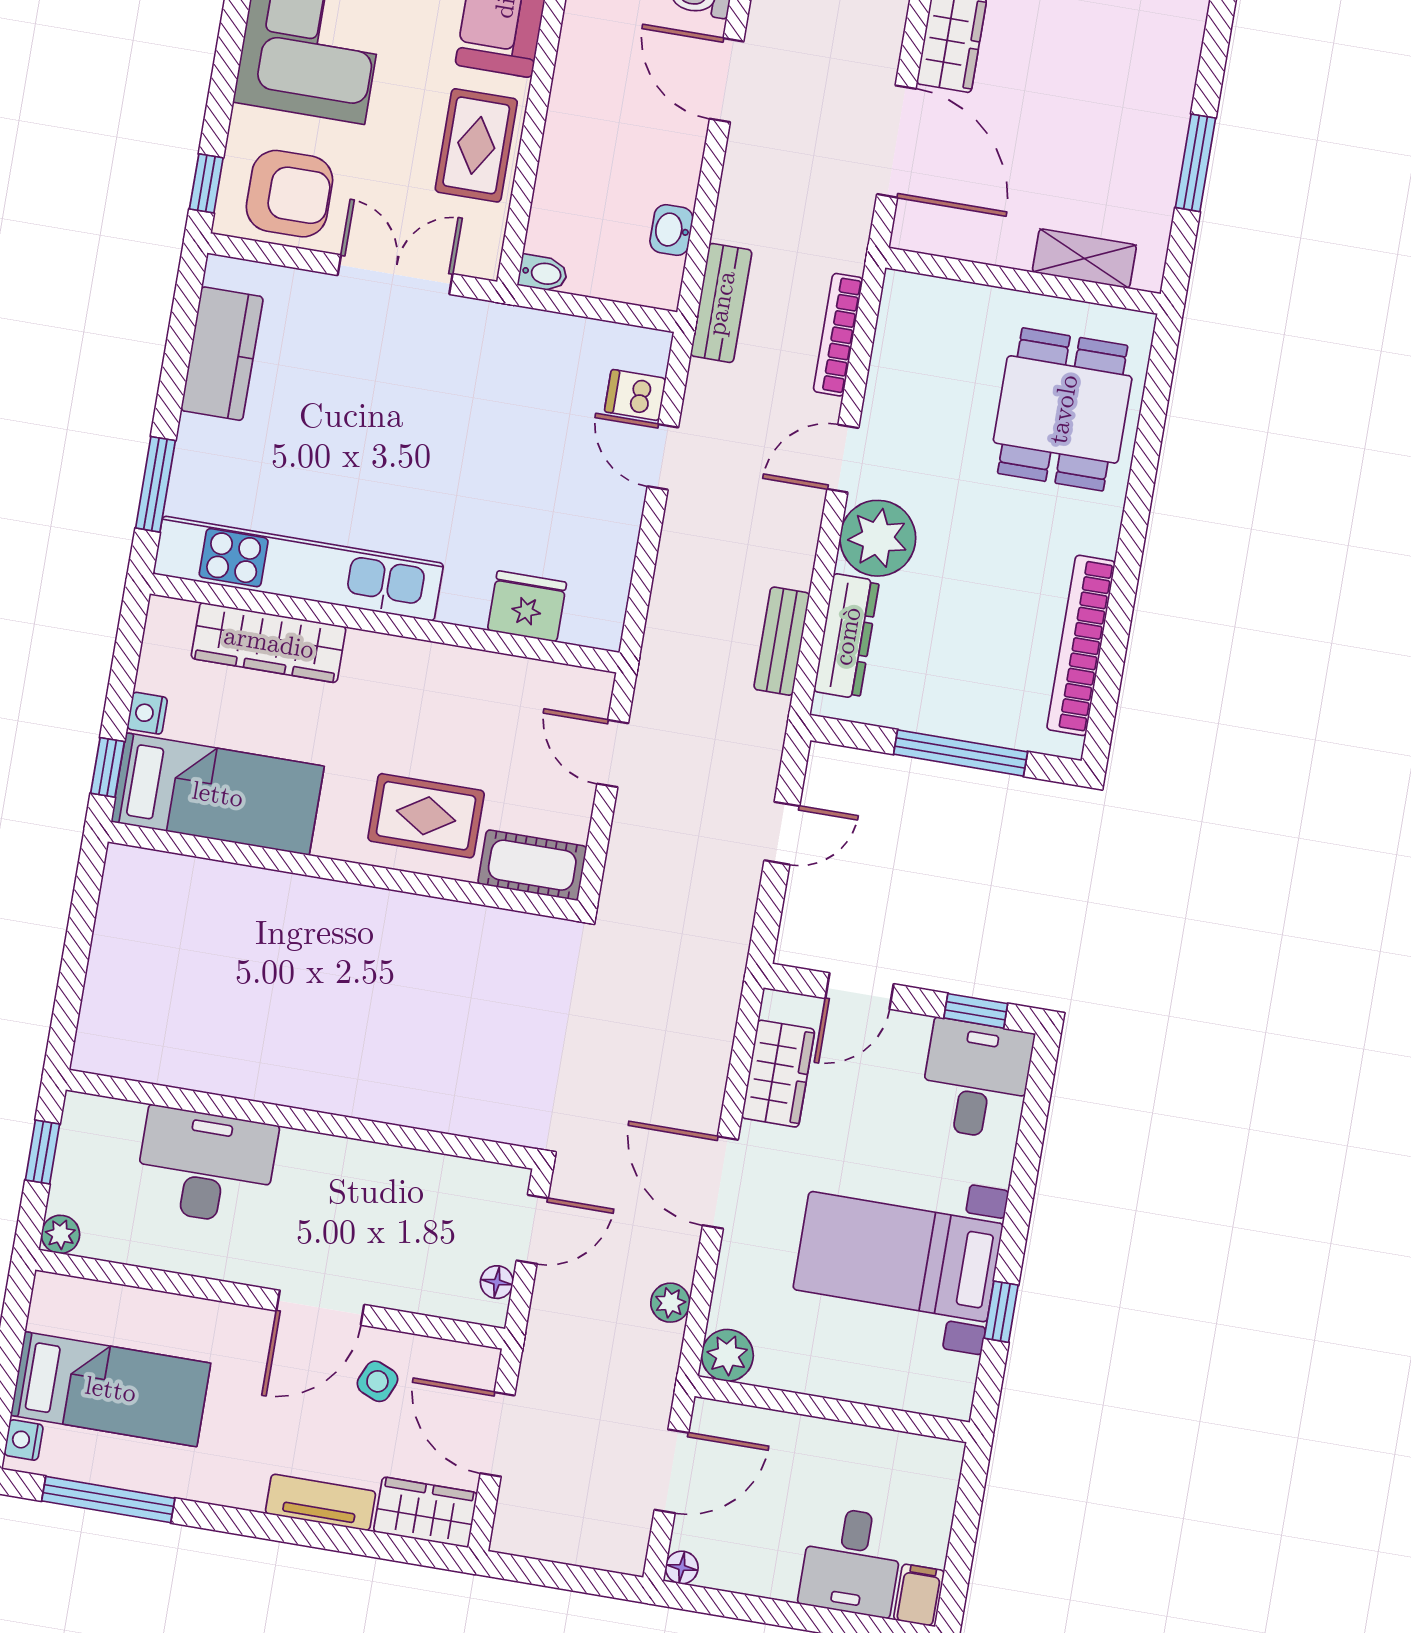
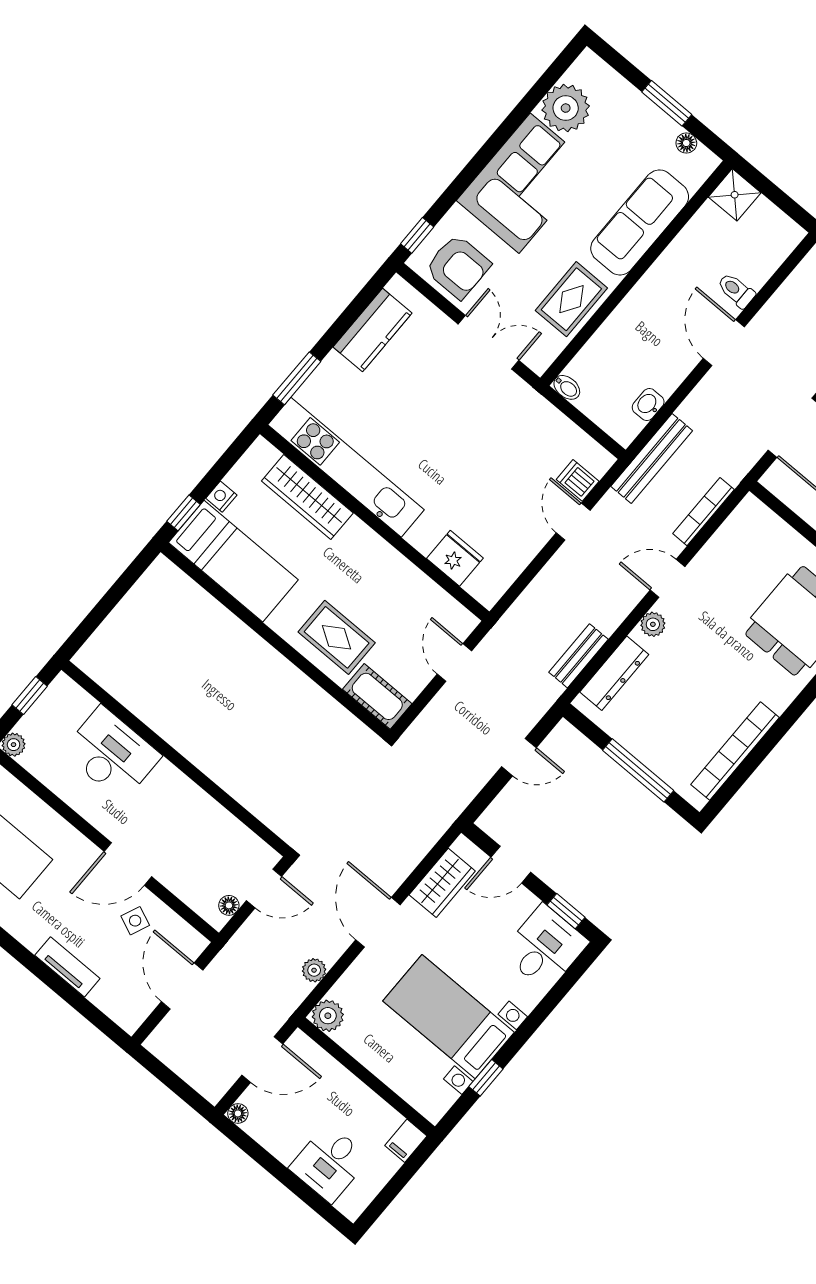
bench: (721, 303) -> (652, 458), width x1.36
plant: (878, 538) -> (653, 624), width x0.53, depth x0.53
wardrobe: (425, 1512) -> (120, 1005), removed
filing cabinet: (919, 1595) -> (406, 1141), moved, turned 180

